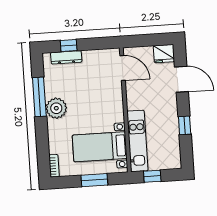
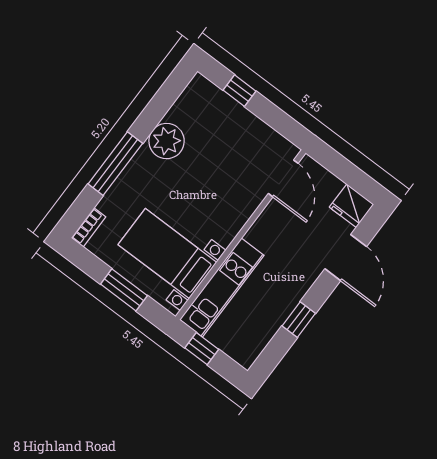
dresser: (66, 57) -> (223, 103), removed
window: (39, 97) -> (115, 164), moved
plant: (56, 108) -> (167, 141), moved

